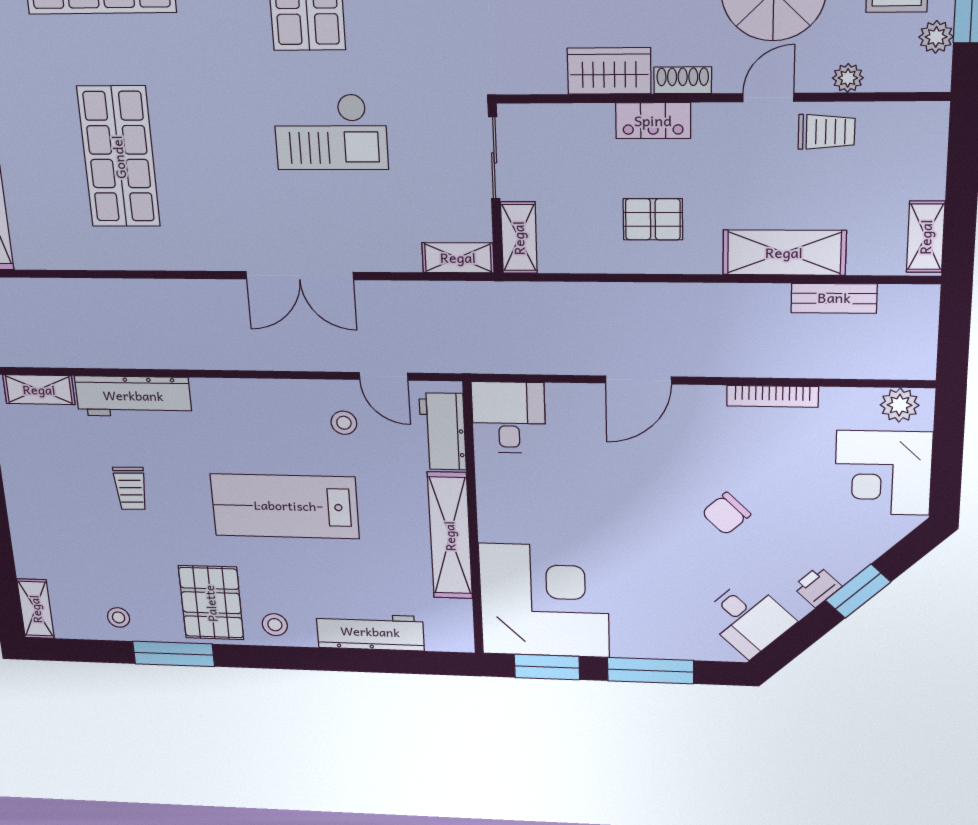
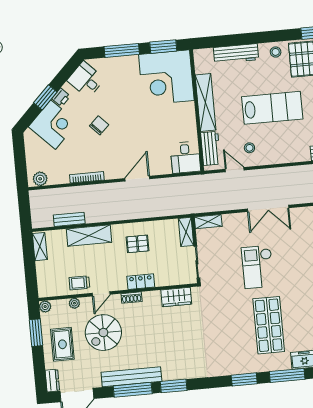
plant: (936, 37) -> (45, 307), moved
wardrobe: (609, 71) -> (176, 297), moved
checkout: (331, 132) -> (258, 267), turned -90
double door: (300, 276) -> (268, 208), swing flipped
corner desk: (883, 473) -> (53, 125), moved, turned 45

